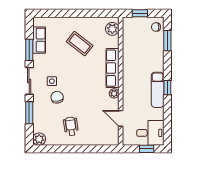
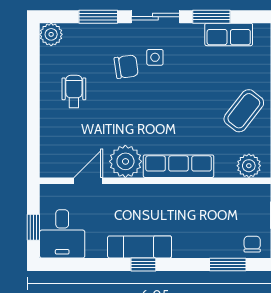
coffee table: (80, 44) -> (244, 111), moved
plant: (114, 93) -> (125, 161), width x1.88, depth x1.88
wheelchair: (71, 126) -> (74, 91), turned -82

